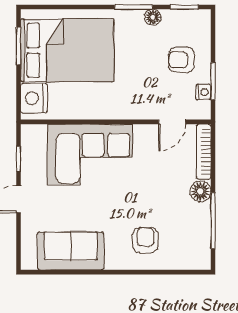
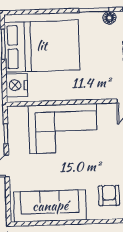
sofa: (71, 251) -> (50, 206), width x1.36

